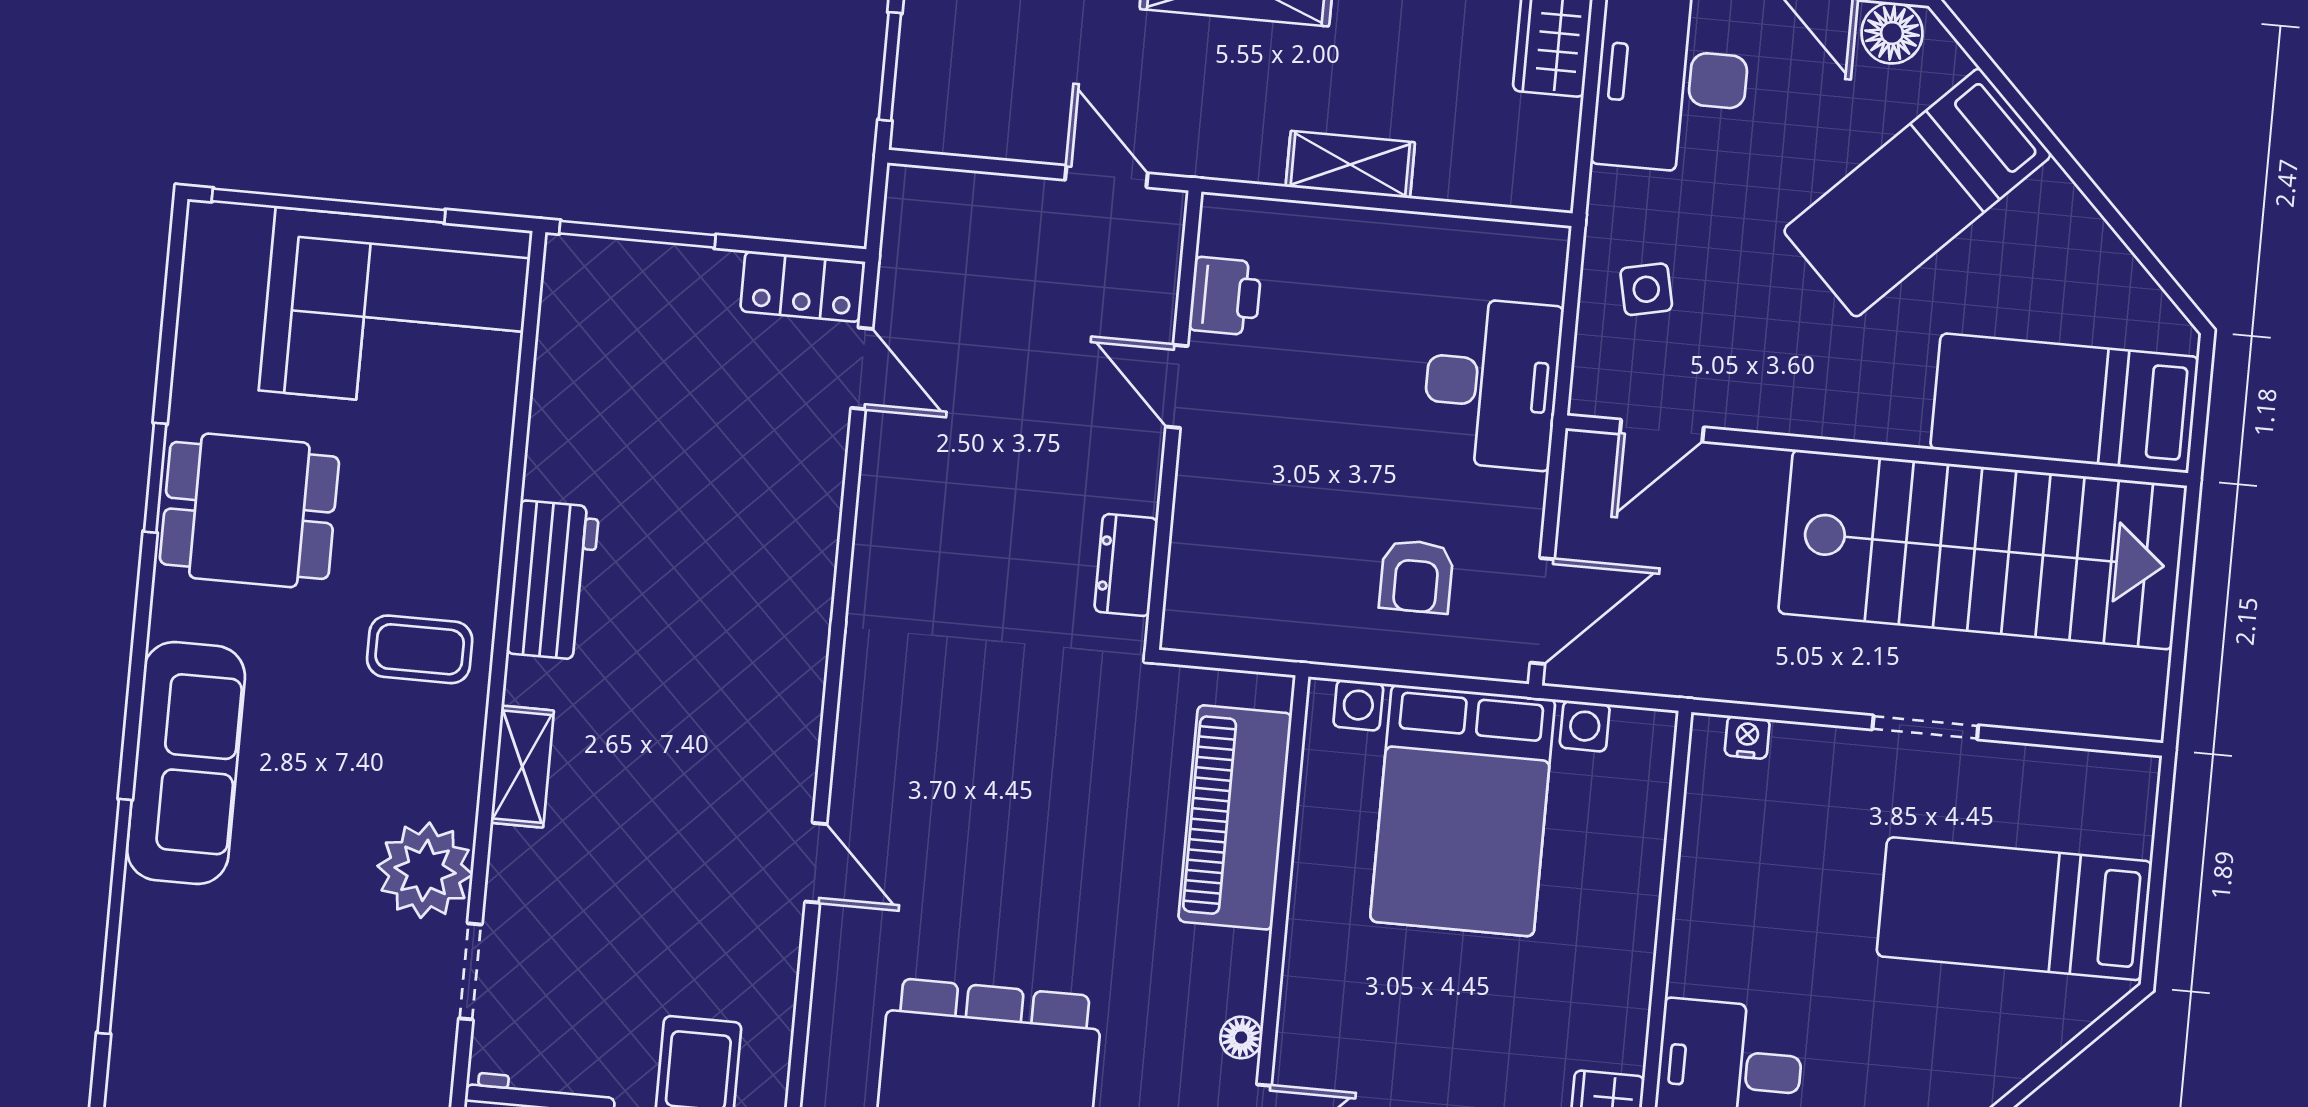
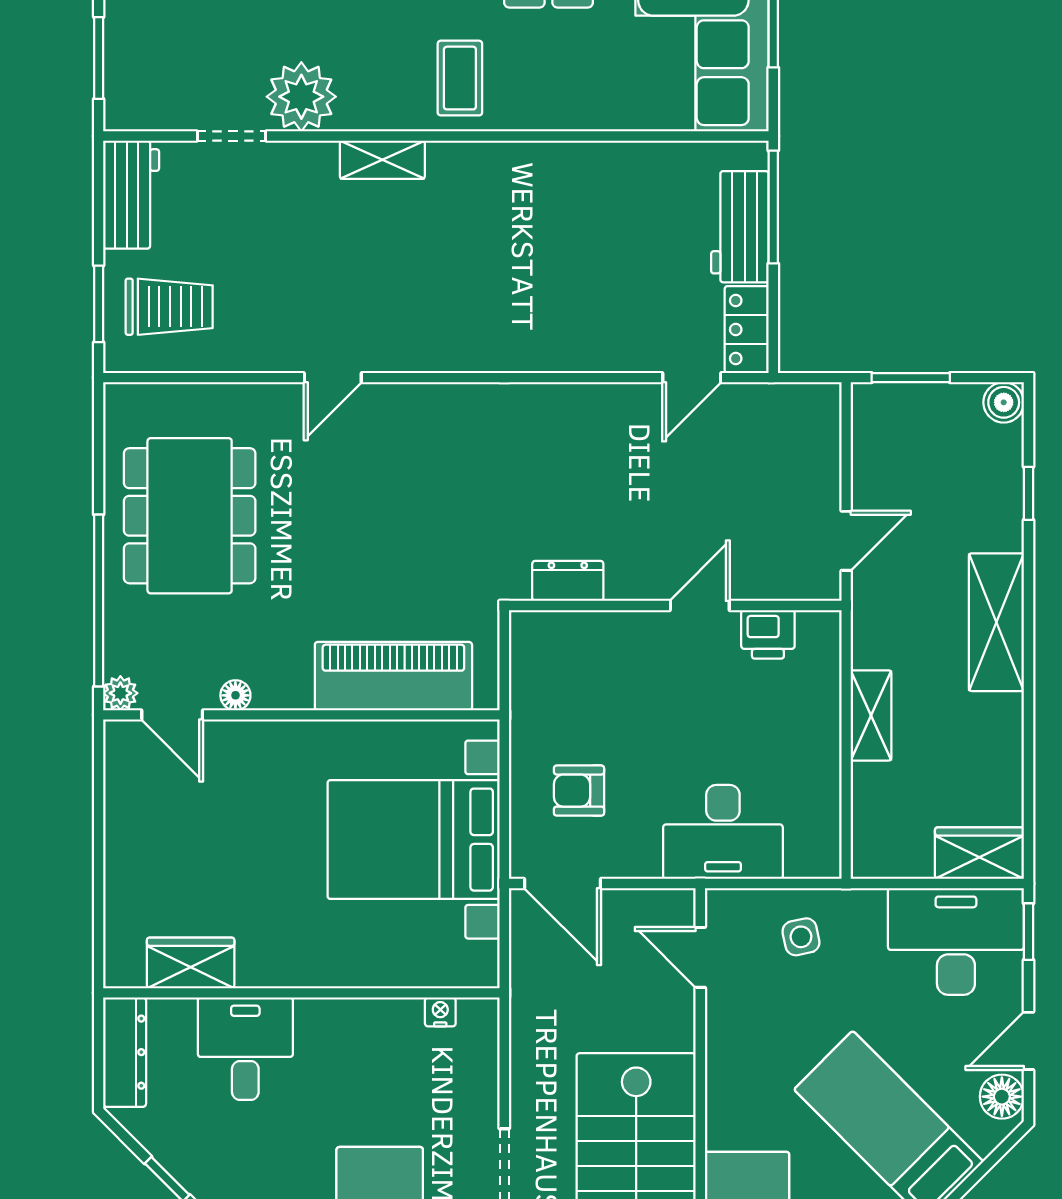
workbench: (553, 580) -> (740, 227), moved, turned 90
nightstand: (1747, 737) -> (440, 1012), moved, turned -90

